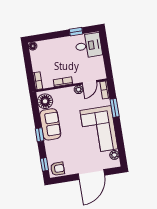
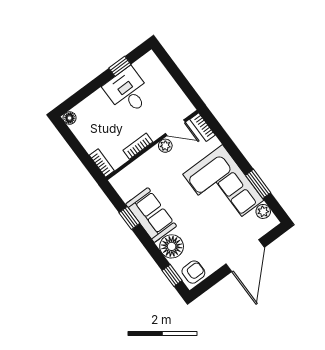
desk: (88, 46) -> (128, 91), moved, turned -90
door: (89, 82) -> (175, 128), hinge flipped
floor lamp: (45, 101) -> (172, 246), moved
window: (115, 108) -> (258, 184), moved
window: (40, 135) -> (129, 218), moved

